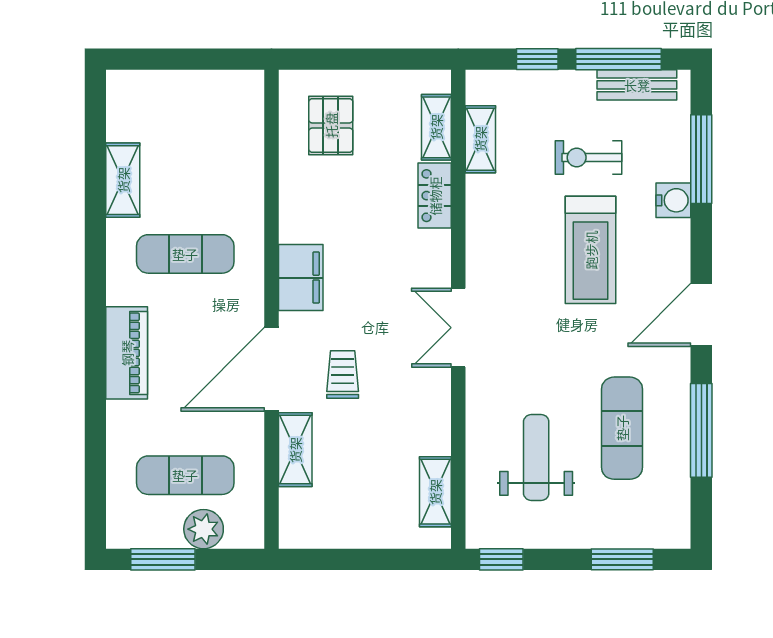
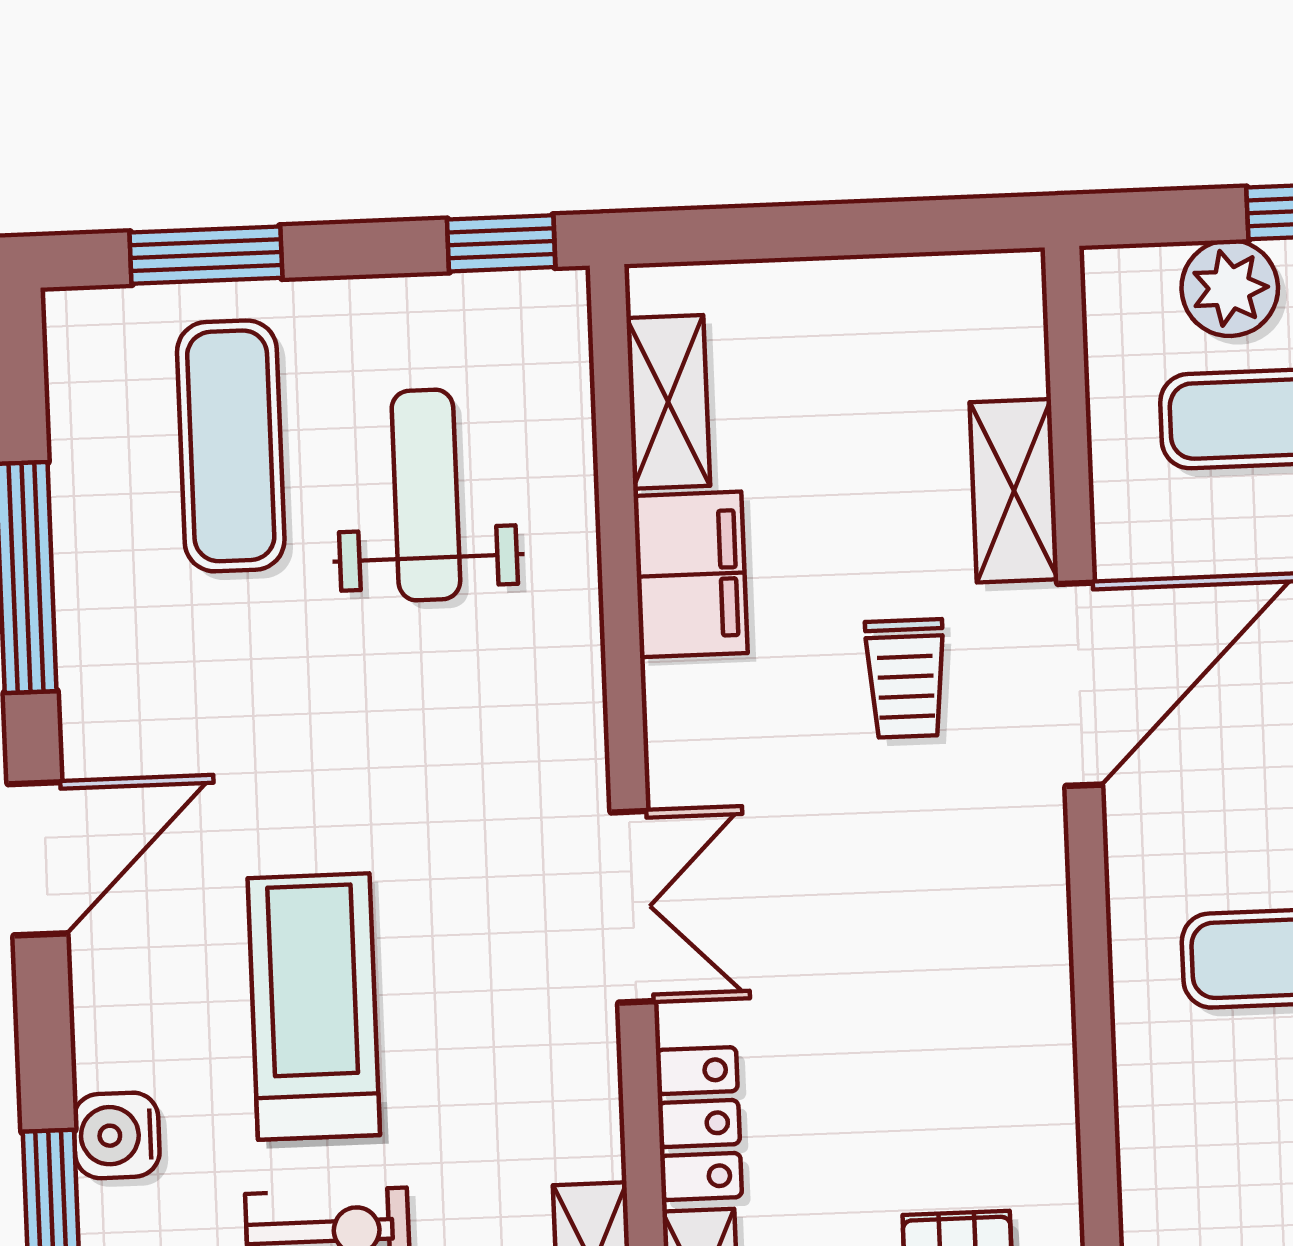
filing cabinet: (301, 278) -> (691, 574), moved, turned 180
double door: (458, 328) -> (633, 907), moved
exercise mat: (622, 428) -> (231, 446), moved
weight bench: (536, 458) -> (426, 495), turned 180

